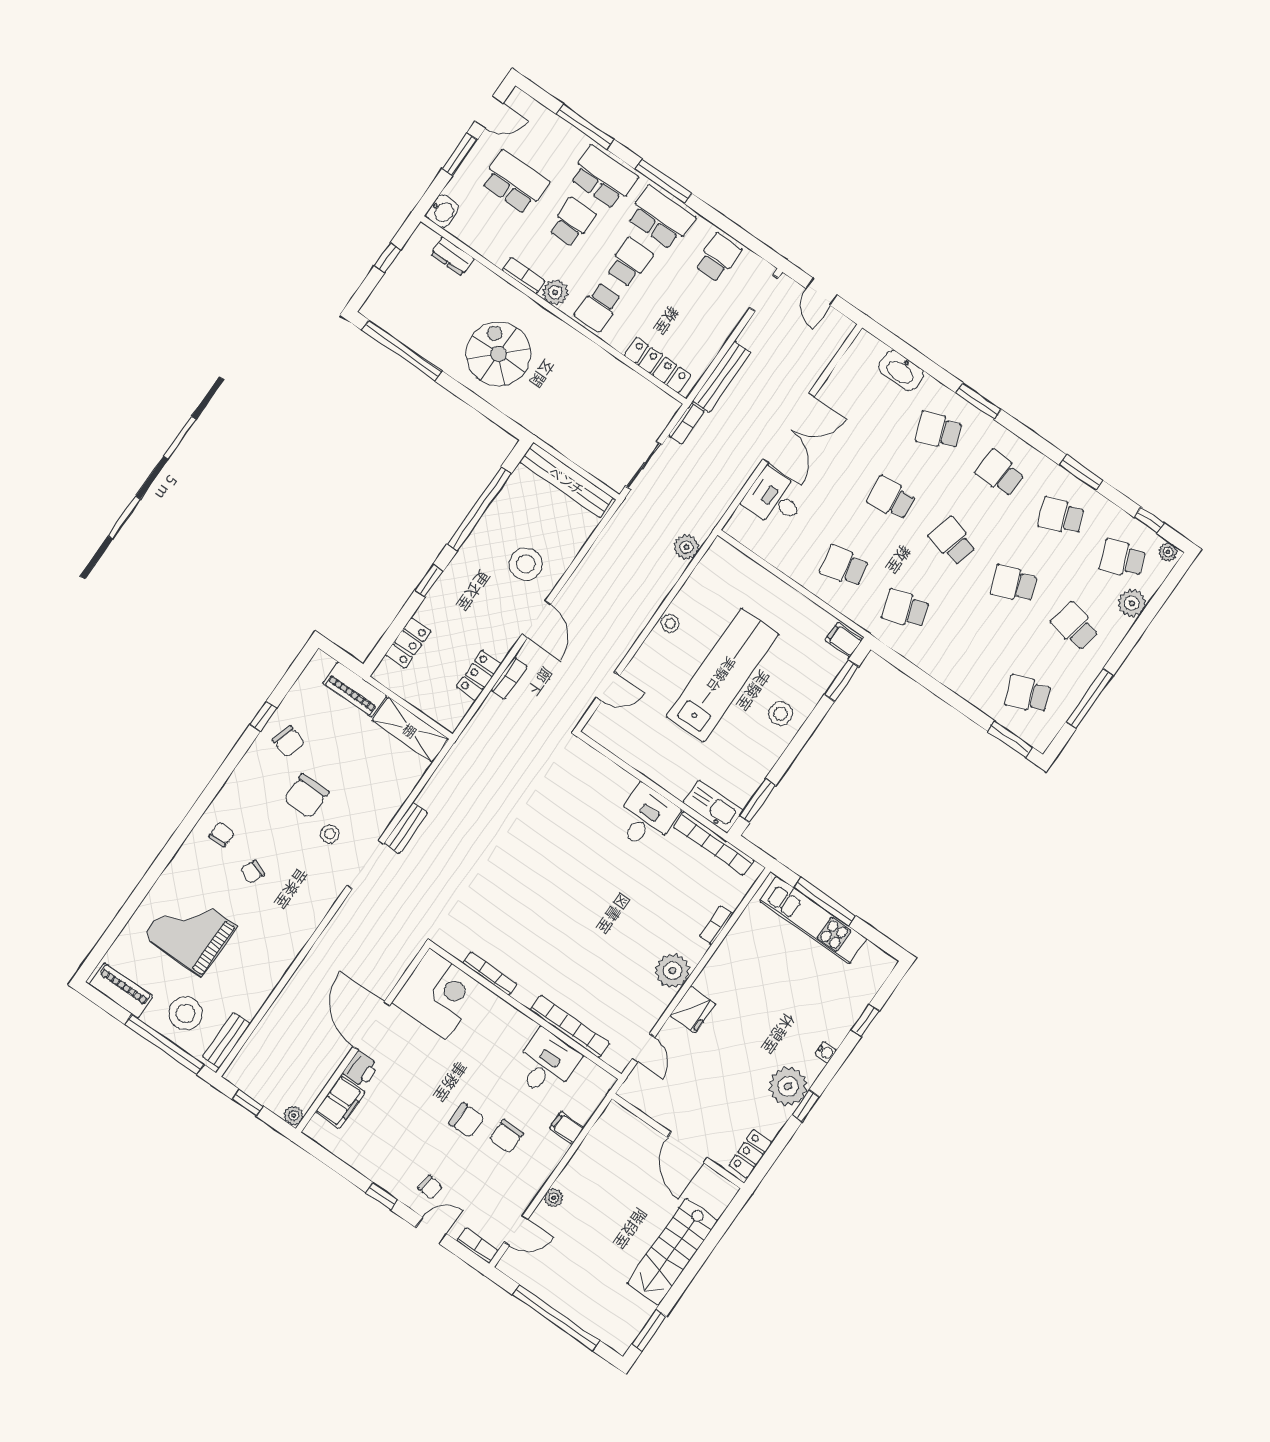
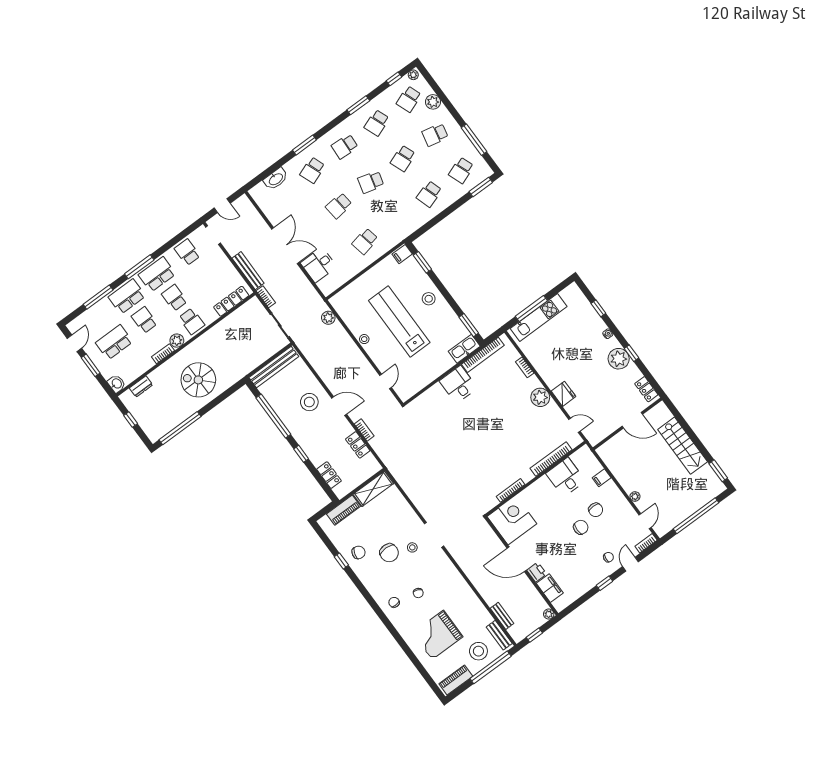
school desk: (905, 609) -> (429, 194), moved
bench: (406, 828) -> (502, 616), moved

